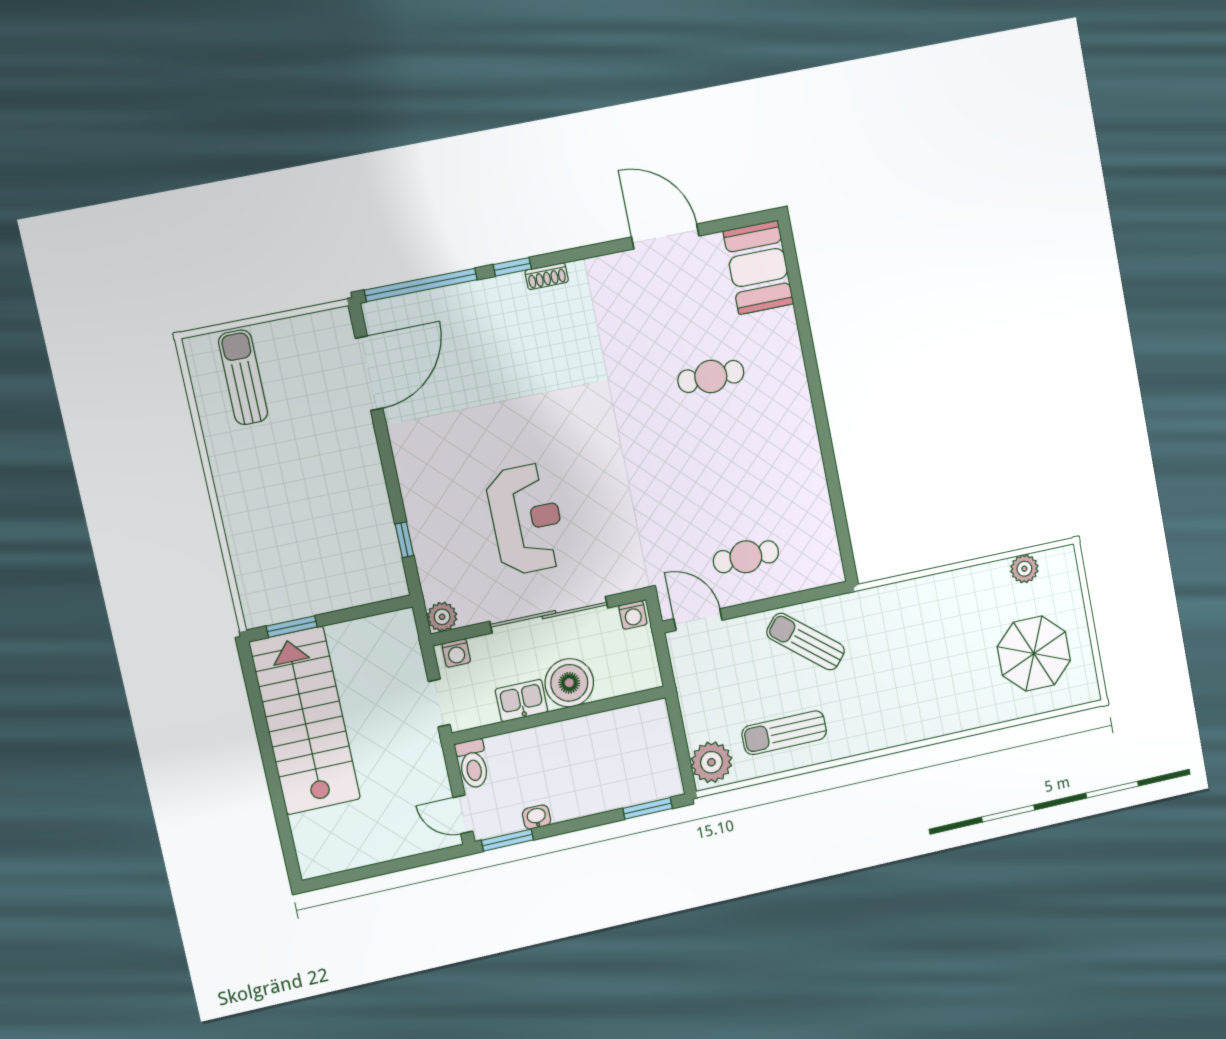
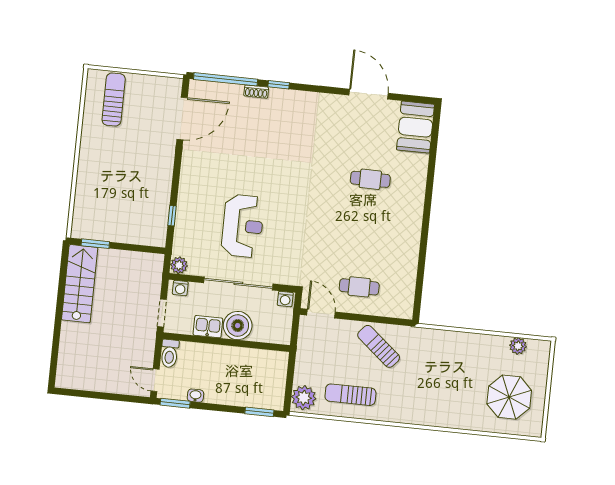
shoe rack: (547, 276) -> (256, 92), moved
stairs: (305, 721) -> (80, 284), width x0.73, depth x0.66

